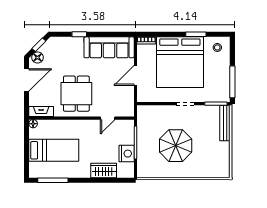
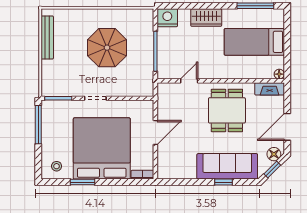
sofa: (109, 47) -> (227, 166), moved
bench: (225, 123) -> (47, 37), moved
nightstand: (127, 154) -> (167, 18), moved, turned 90
wardrobe: (104, 170) -> (206, 18), moved

